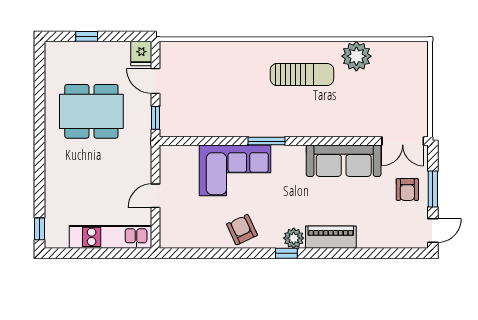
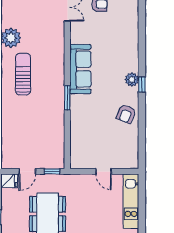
sofa: (344, 161) -> (80, 69), moved
corner sofa: (235, 170) -> (87, 119), removed
armchair: (242, 230) -> (126, 114), turned -43
piano: (331, 237) -> (131, 55), removed

